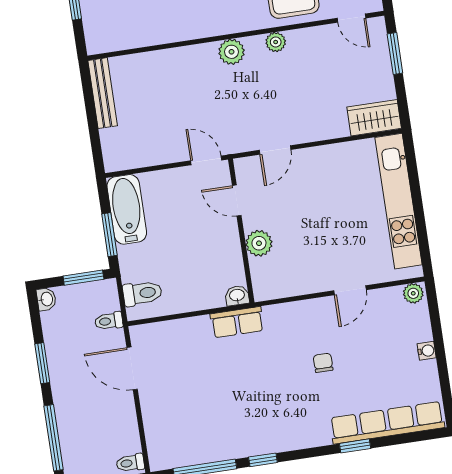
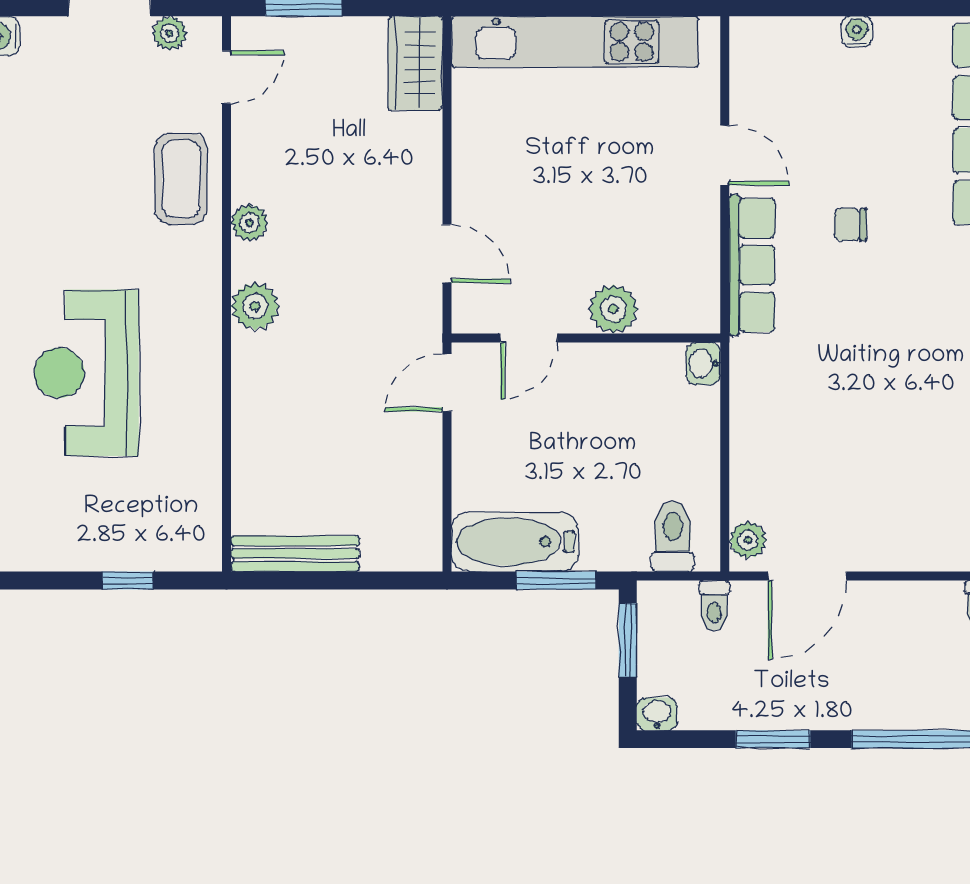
plant: (413, 293) -> (748, 540), moved
row of seats: (237, 322) -> (752, 265), moved, width x1.48

